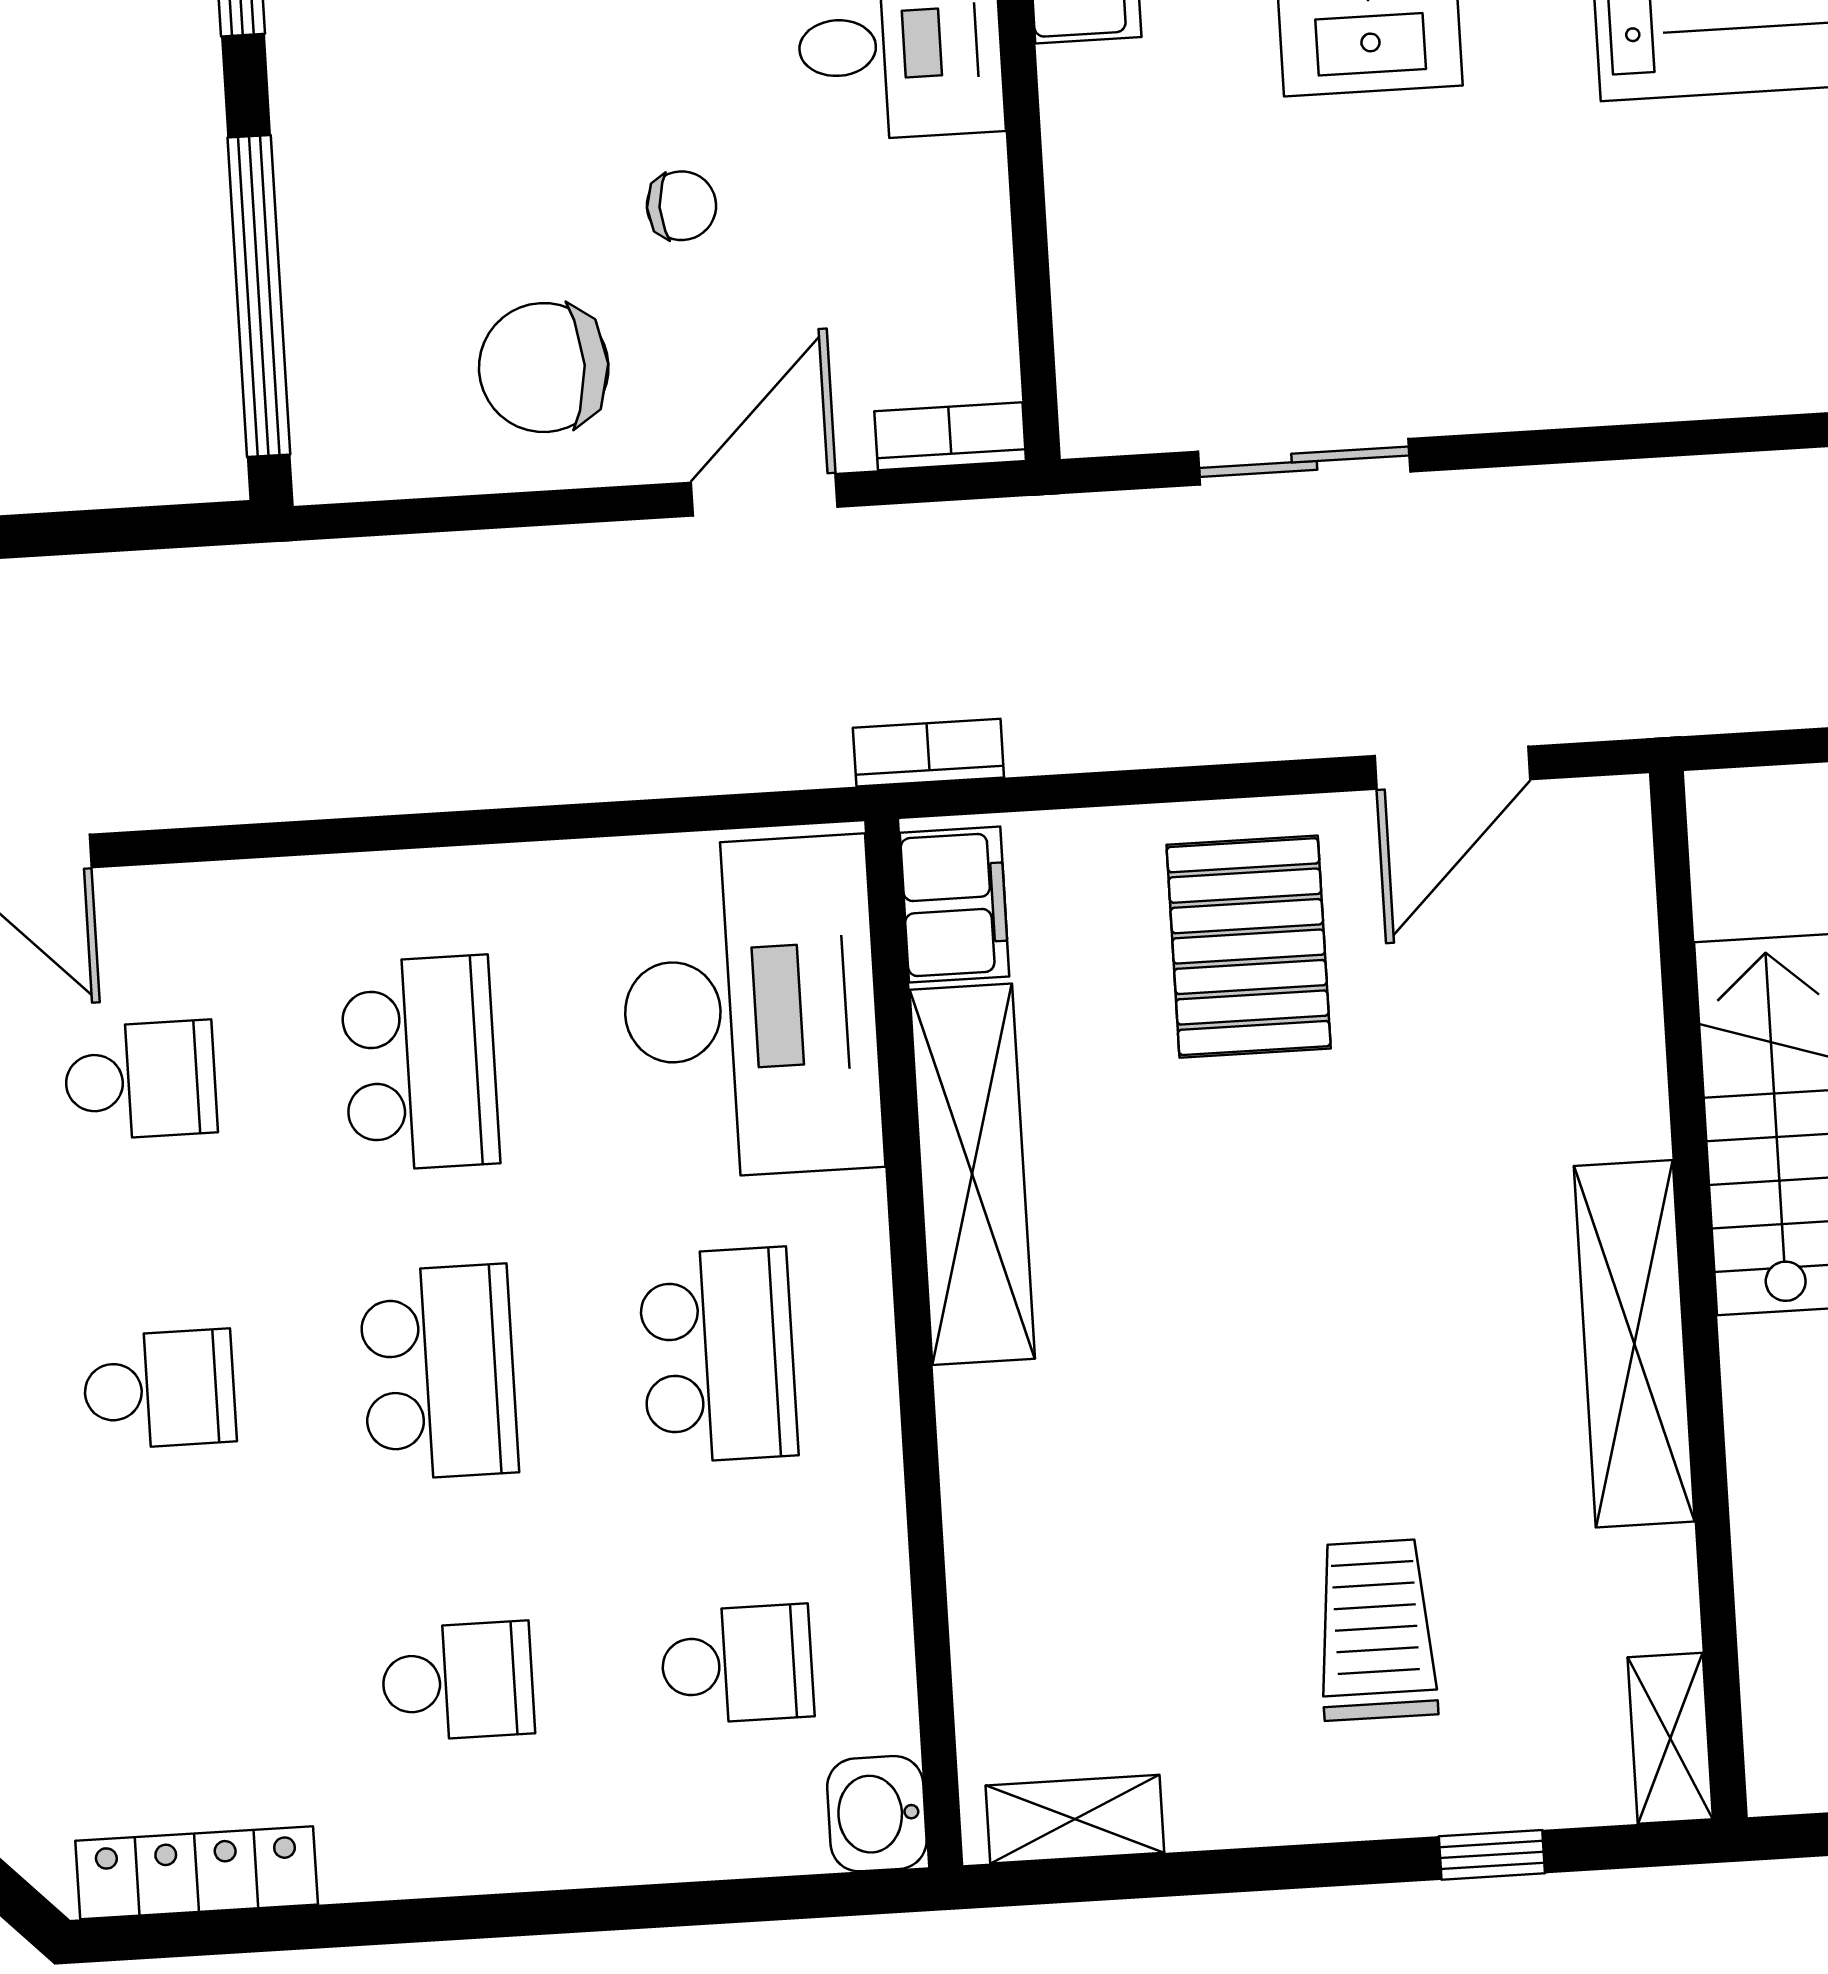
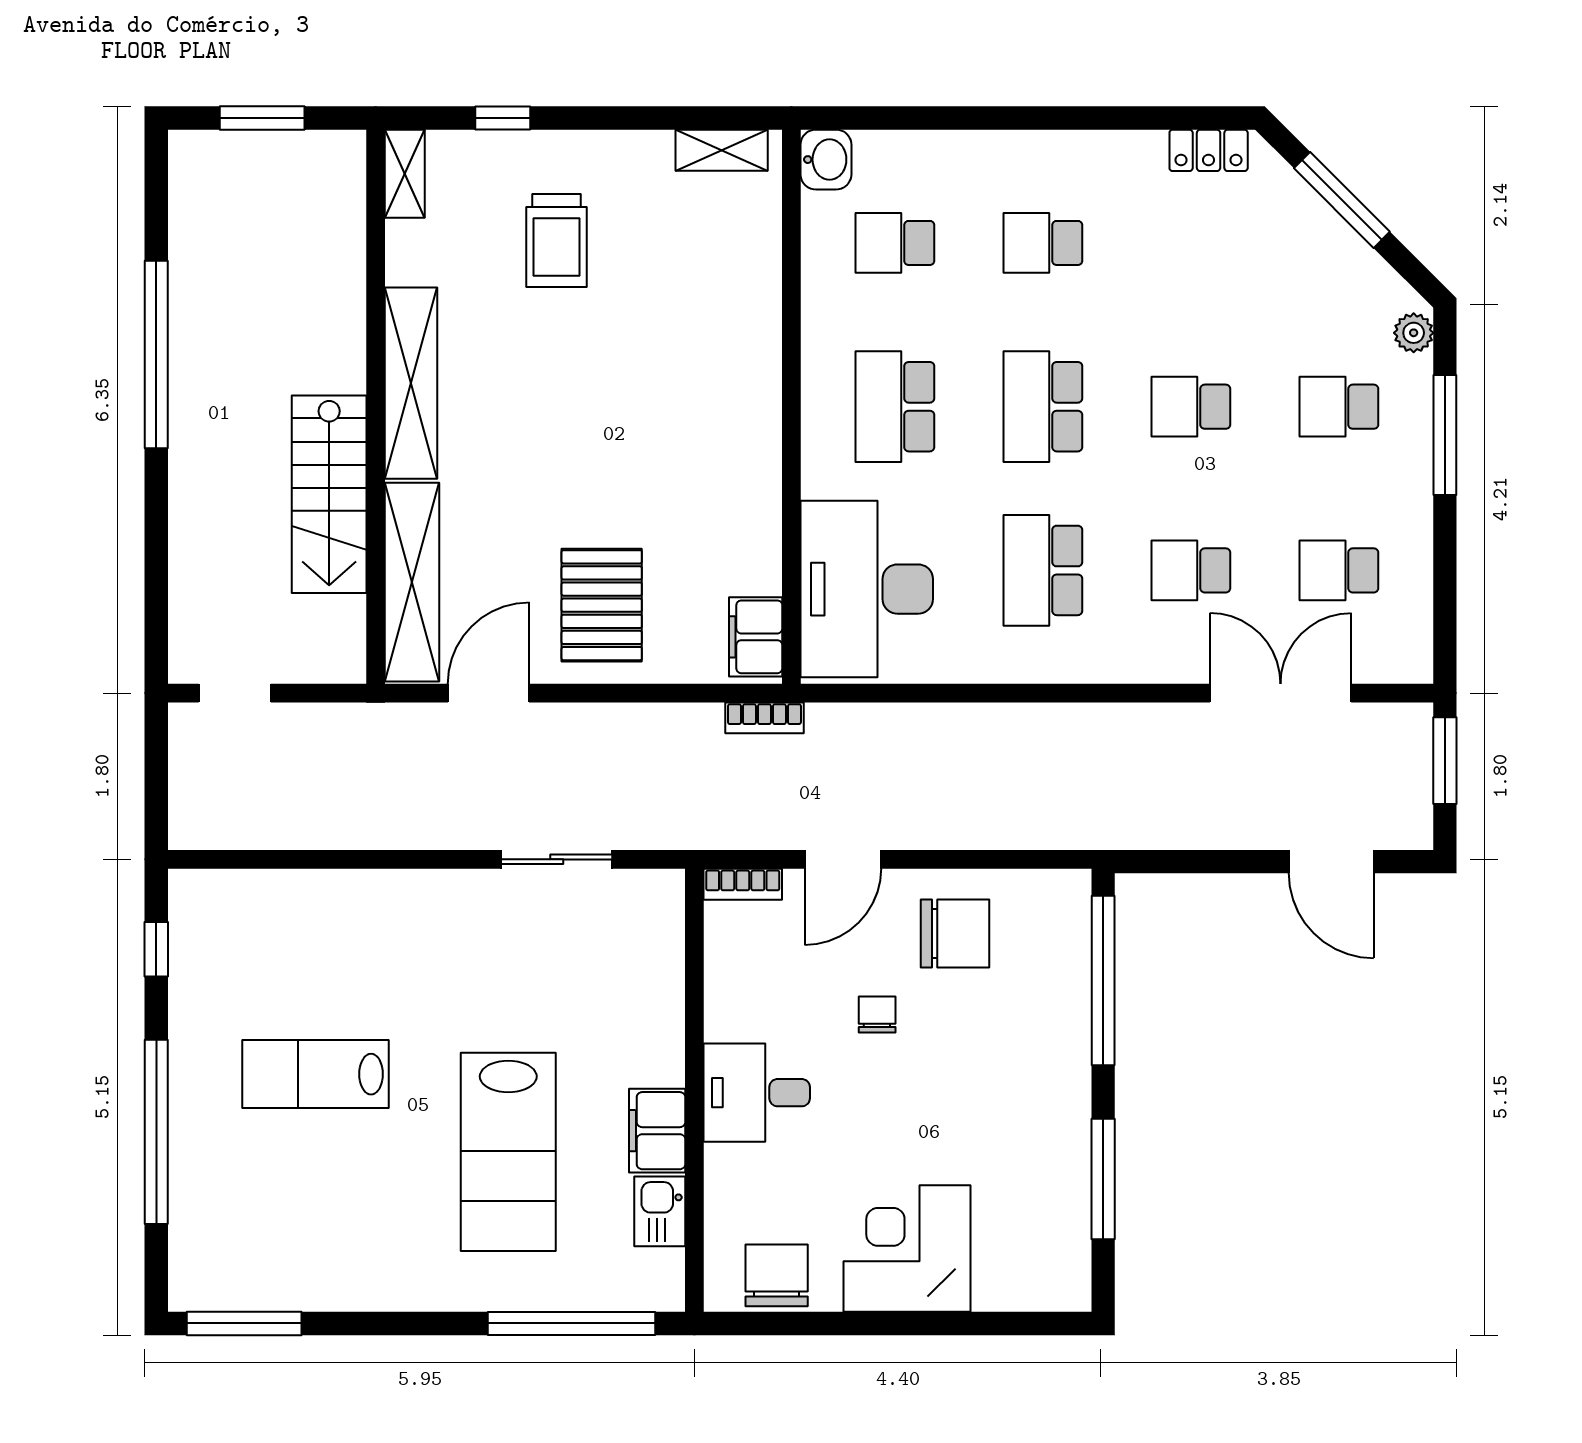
chair: (682, 206) -> (877, 1014), turned 90
shelving: (972, 1174) -> (412, 582), moved
locker: (197, 1873) -> (1209, 150), width x0.66

